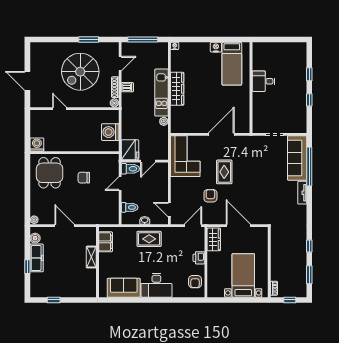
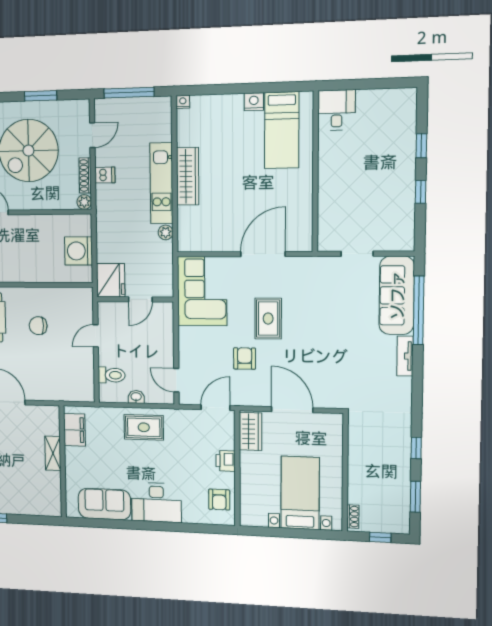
desk: (263, 81) -> (337, 110), moved, turned 90
toilet: (130, 169) -> (112, 312), removed

